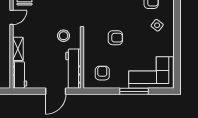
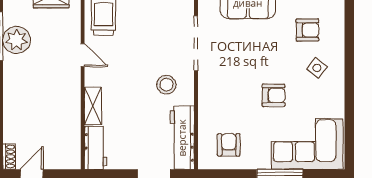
door: (12, 17) -> (83, 55), hinge flipped
armchair: (115, 38) -> (274, 95), moved

